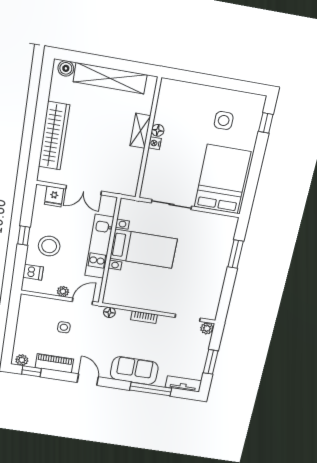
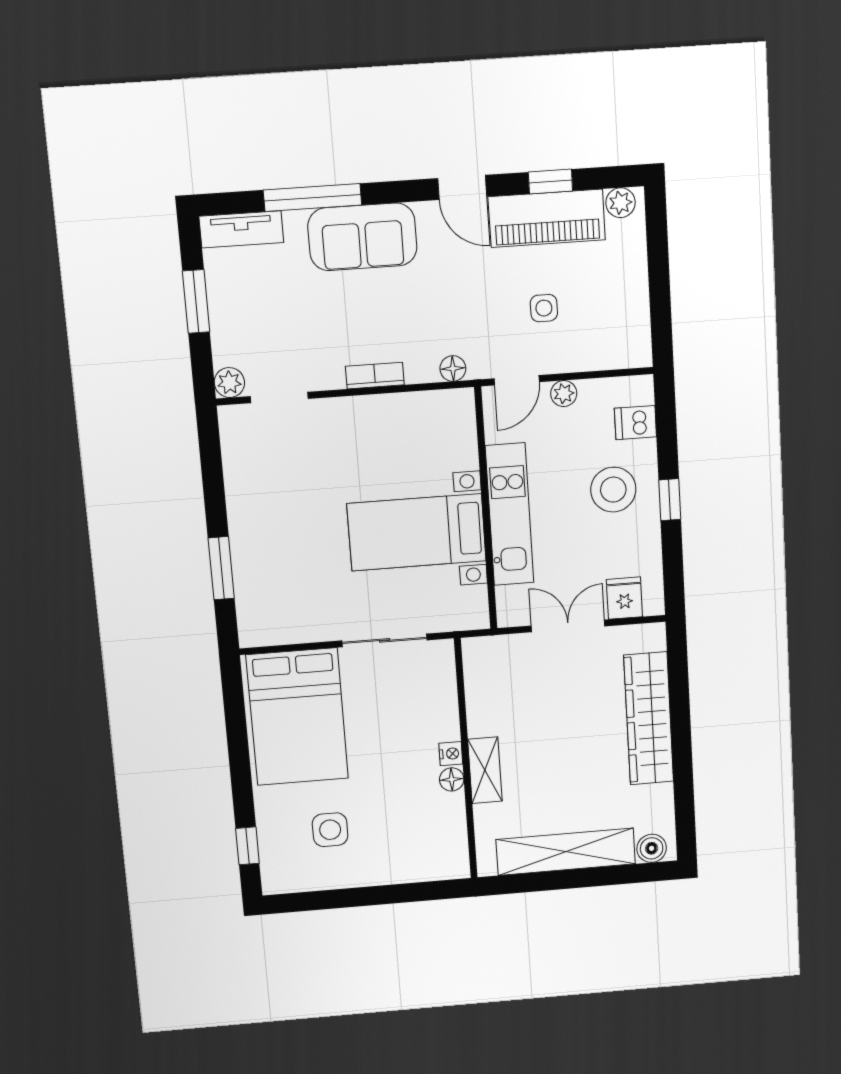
piano: (54, 363) -> (547, 218), width x1.37, depth x1.33
window: (31, 371) -> (550, 181), moved

